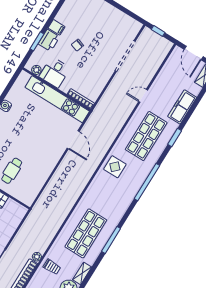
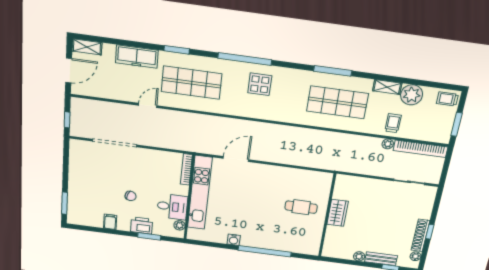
filing cabinet: (57, 27) -> (110, 222), moved
door: (143, 96) -> (148, 105), swing flipped
display table: (115, 167) -> (260, 84), moved

